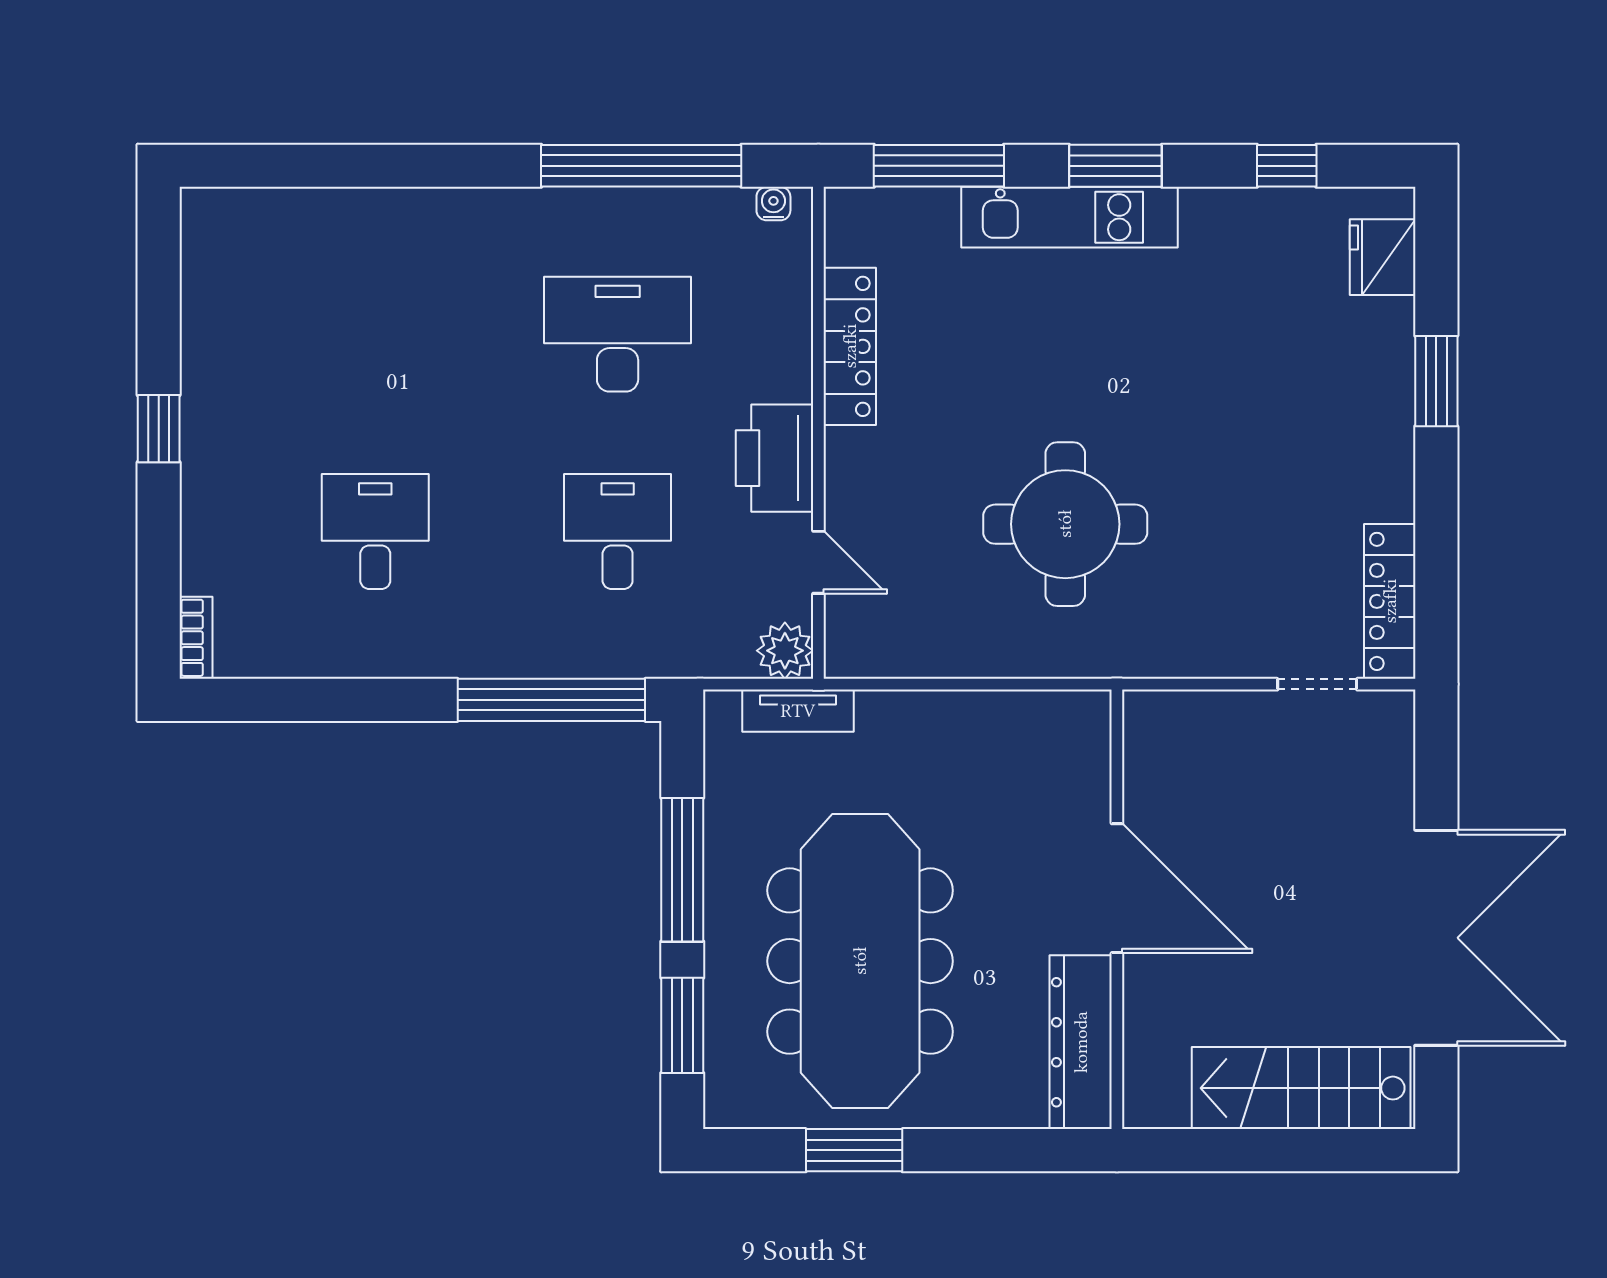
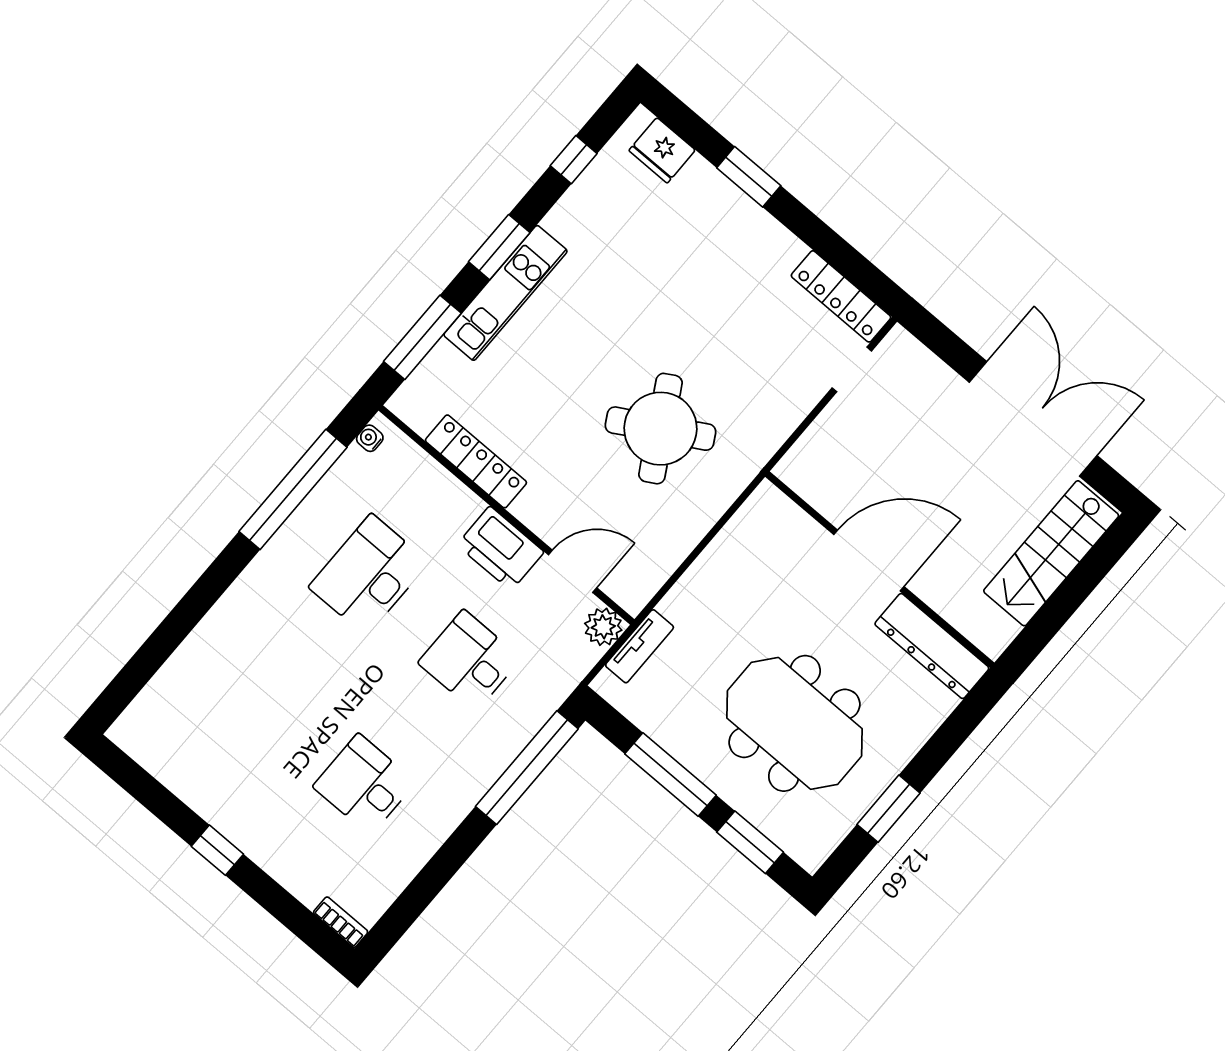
round table: (1065, 524) -> (660, 429), turned -30
door: (818, 562) -> (573, 571), width x1.38
meeting table: (860, 961) -> (794, 723), width x0.73

